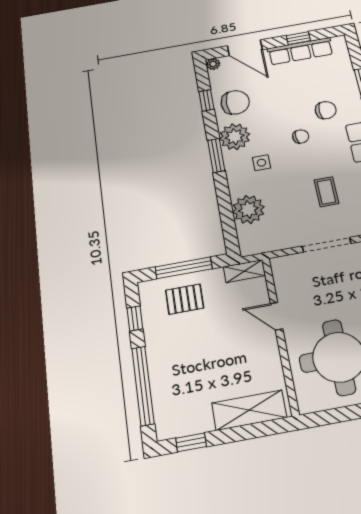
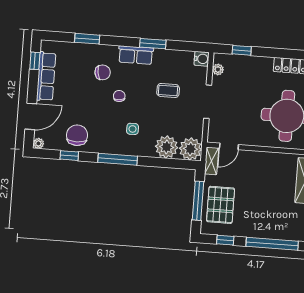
window: (298, 38) -> (35, 61), moved
chair: (326, 110) -> (103, 72), turned 81
plant: (235, 137) -> (190, 149), moved
window: (216, 155) -> (118, 159), width x1.44
pallet: (185, 299) -> (221, 205), width x1.50, depth x1.42
door: (277, 316) -> (229, 146), moved

